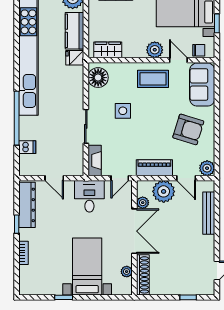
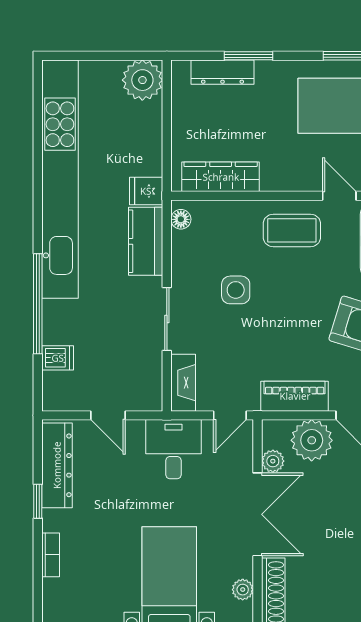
kitchen counter: (74, 31) -> (146, 241), moved
wardrobe: (108, 50) -> (221, 177), width x1.50
plant: (155, 50) -> (295, 176), removed
floor lamp: (98, 78) -> (181, 219), width x0.53, depth x0.53

